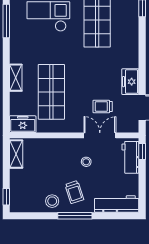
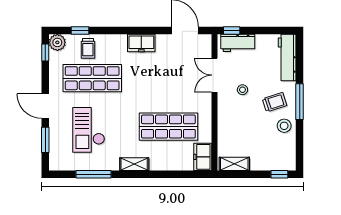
shelving: (16, 78) -> (134, 164), moved
freezer: (130, 82) -> (141, 43), moved
trolley: (103, 106) -> (88, 48), moved

